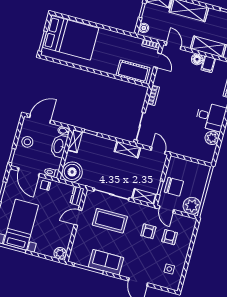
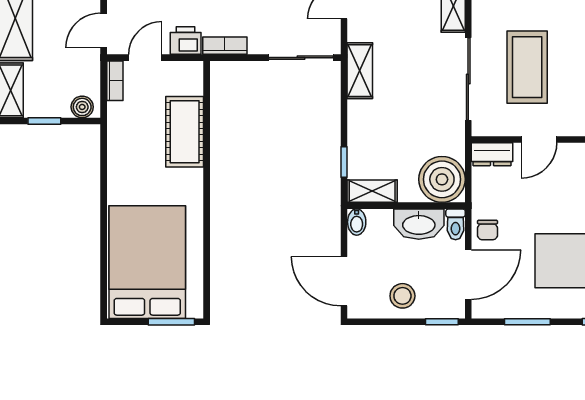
cot: (133, 72) -> (185, 132), moved
printer: (160, 79) -> (186, 41), added
washbasin: (59, 146) -> (419, 224), moved
door: (78, 217) -> (539, 140), hinge flipped

